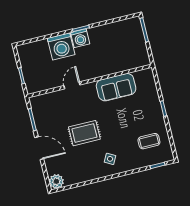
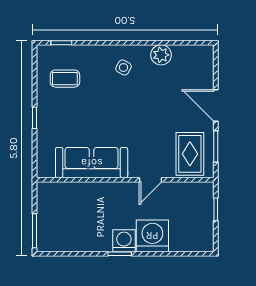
sofa: (116, 87) -> (92, 163), width x1.36
rug: (84, 133) -> (190, 154), moved, turned 90
plant: (56, 181) -> (161, 55), moved

